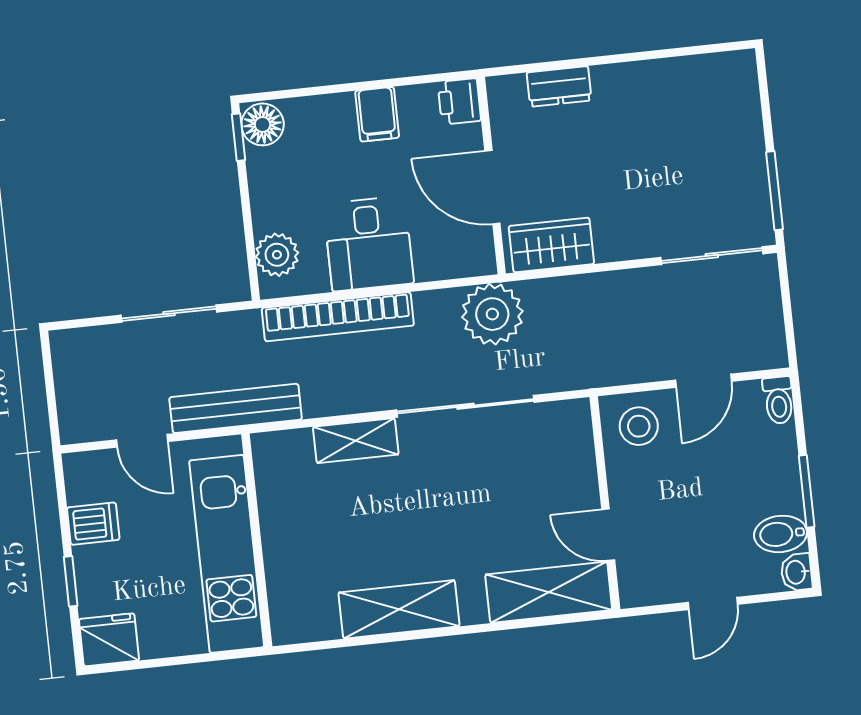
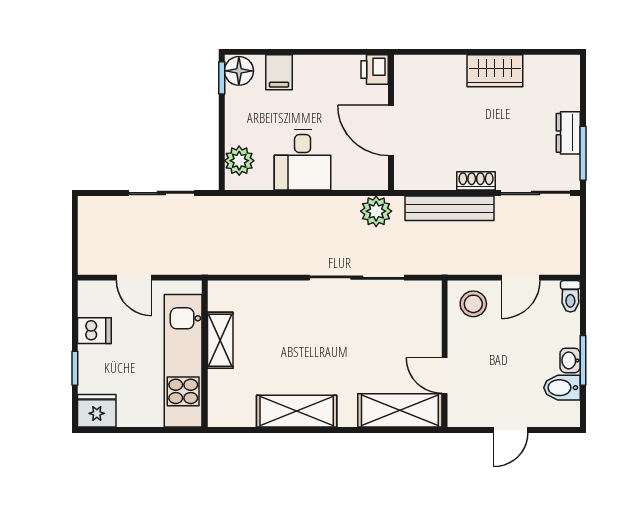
dresser: (559, 86) -> (568, 133), moved, turned 90
filing cabinet: (377, 114) -> (279, 72), moved
wardrobe: (551, 245) -> (495, 71), moved, turned 180
shoe rack: (624, 247) -> (476, 181), added
plant: (492, 314) -> (376, 211), width x0.73, depth x0.73
bookcase: (338, 317) -> (276, 207), removed
bench: (236, 408) -> (449, 208), moved
shelving: (356, 441) -> (220, 340), moved, turned 90
washbasin: (796, 572) -> (570, 360), moved

